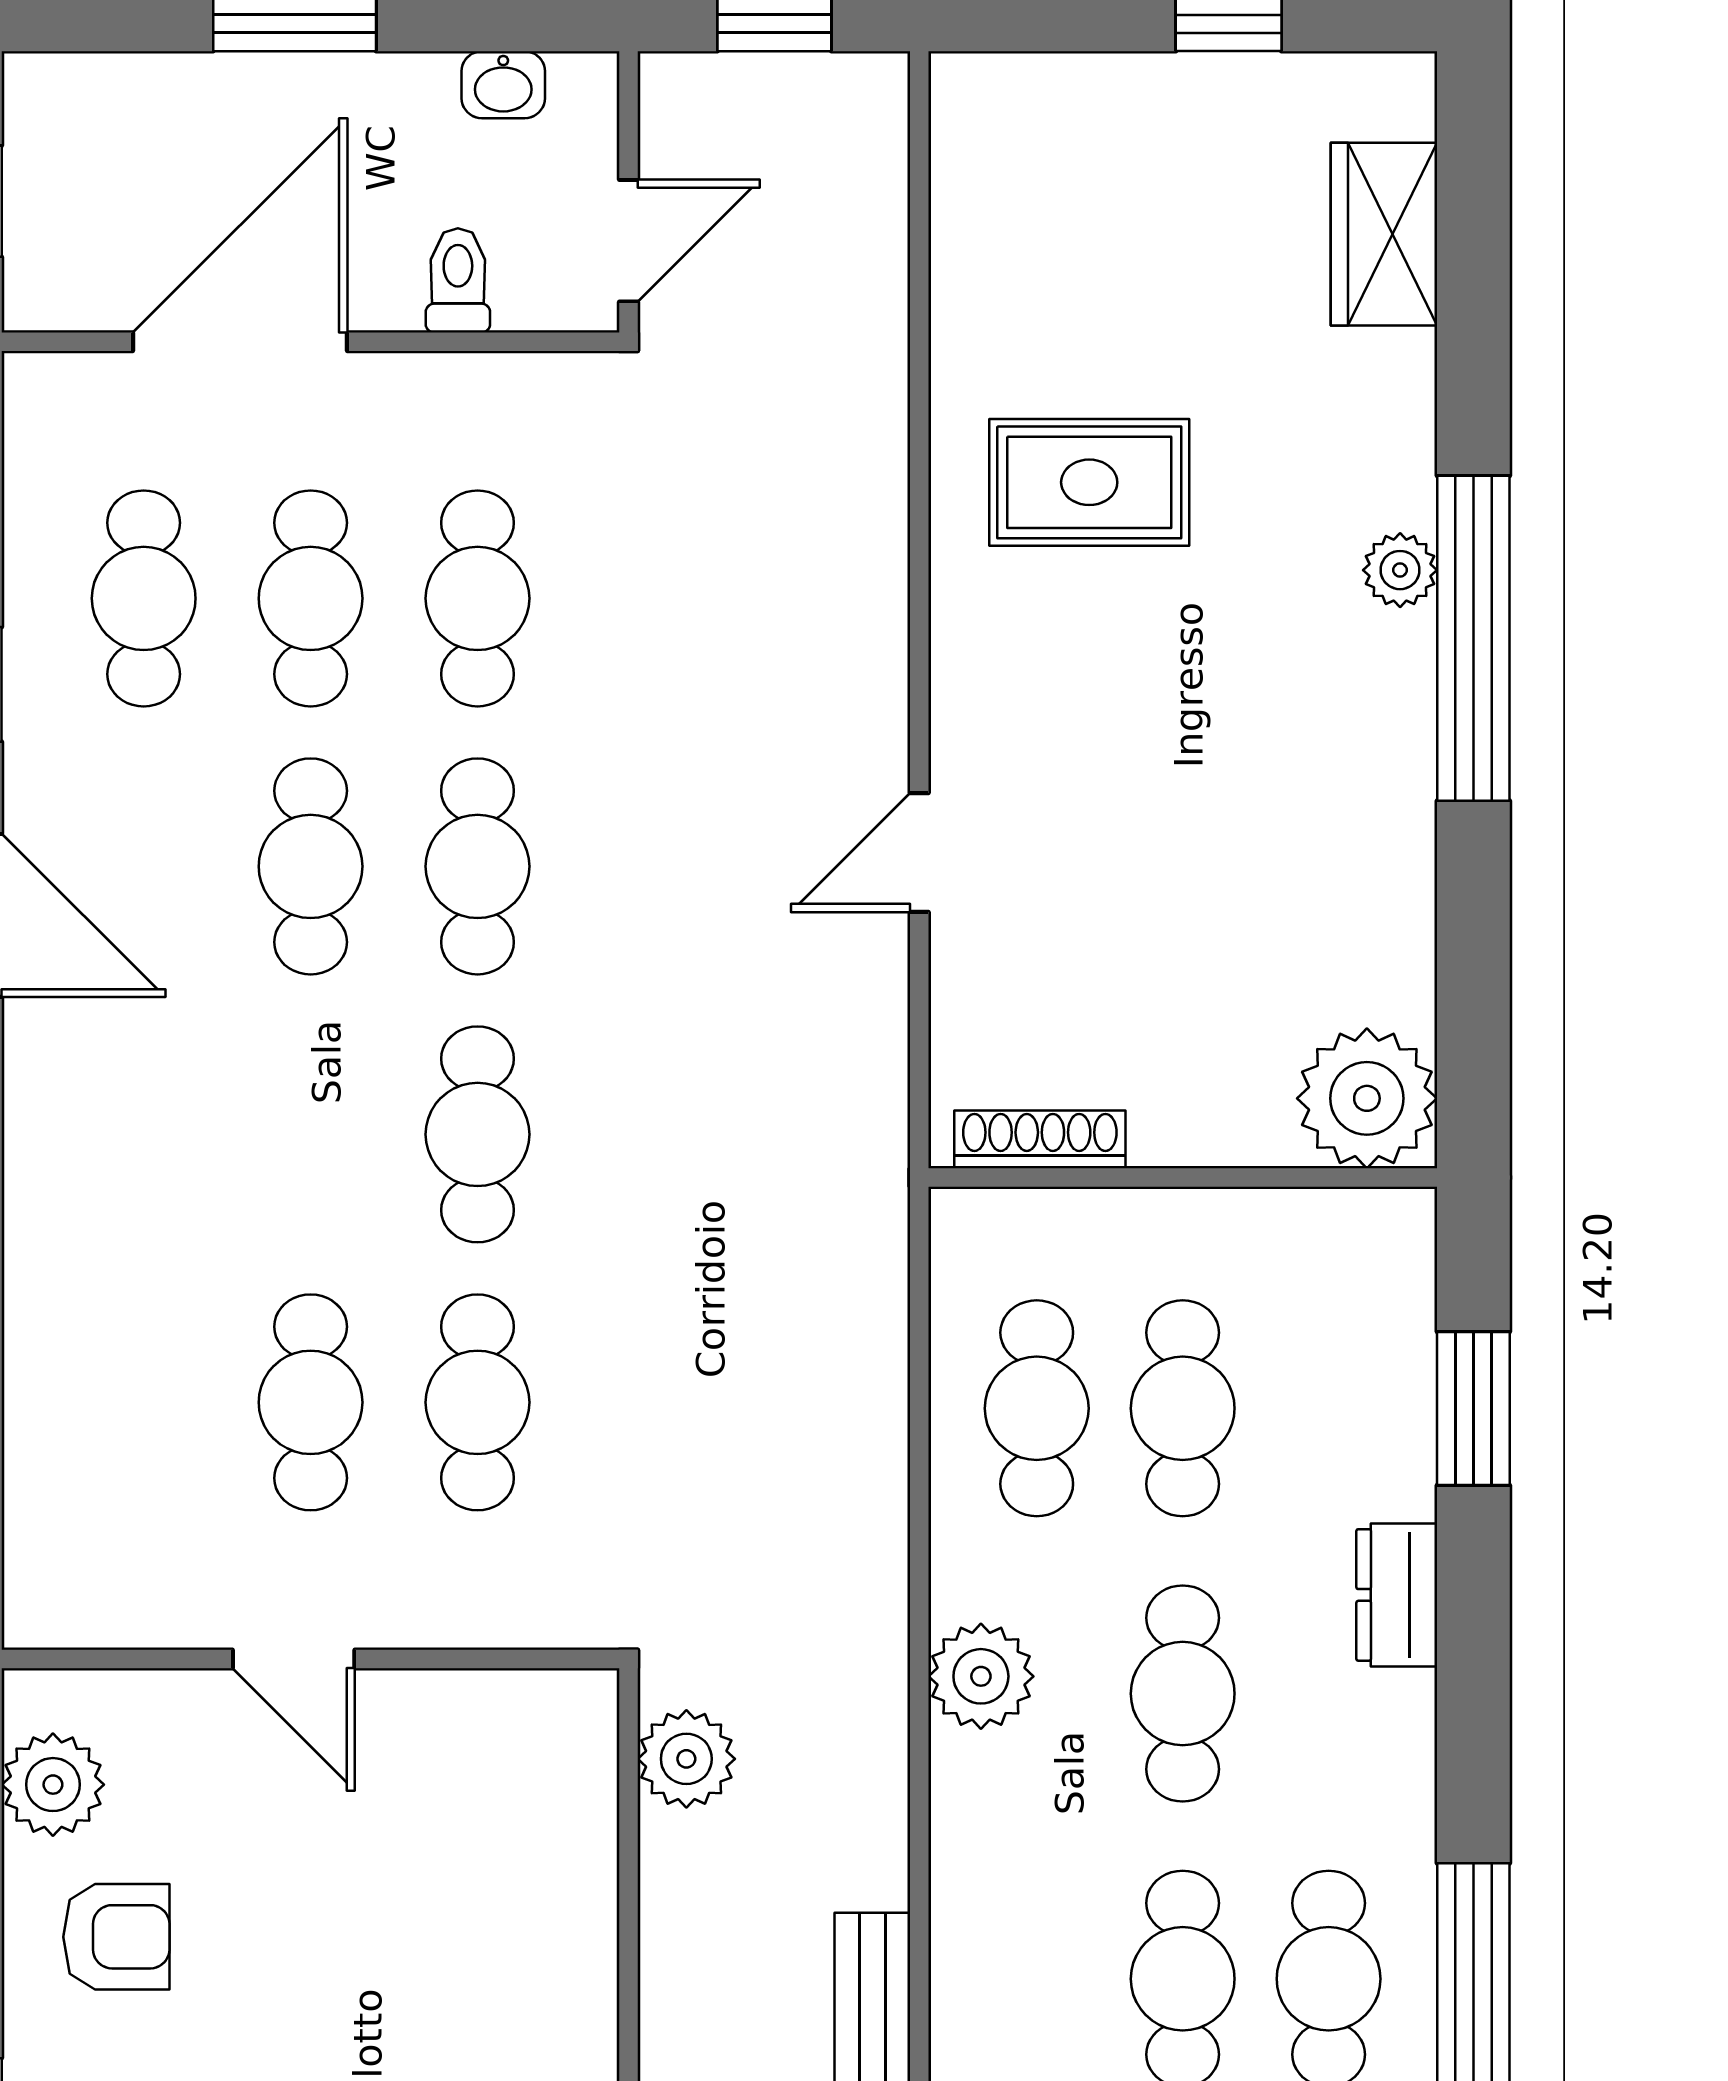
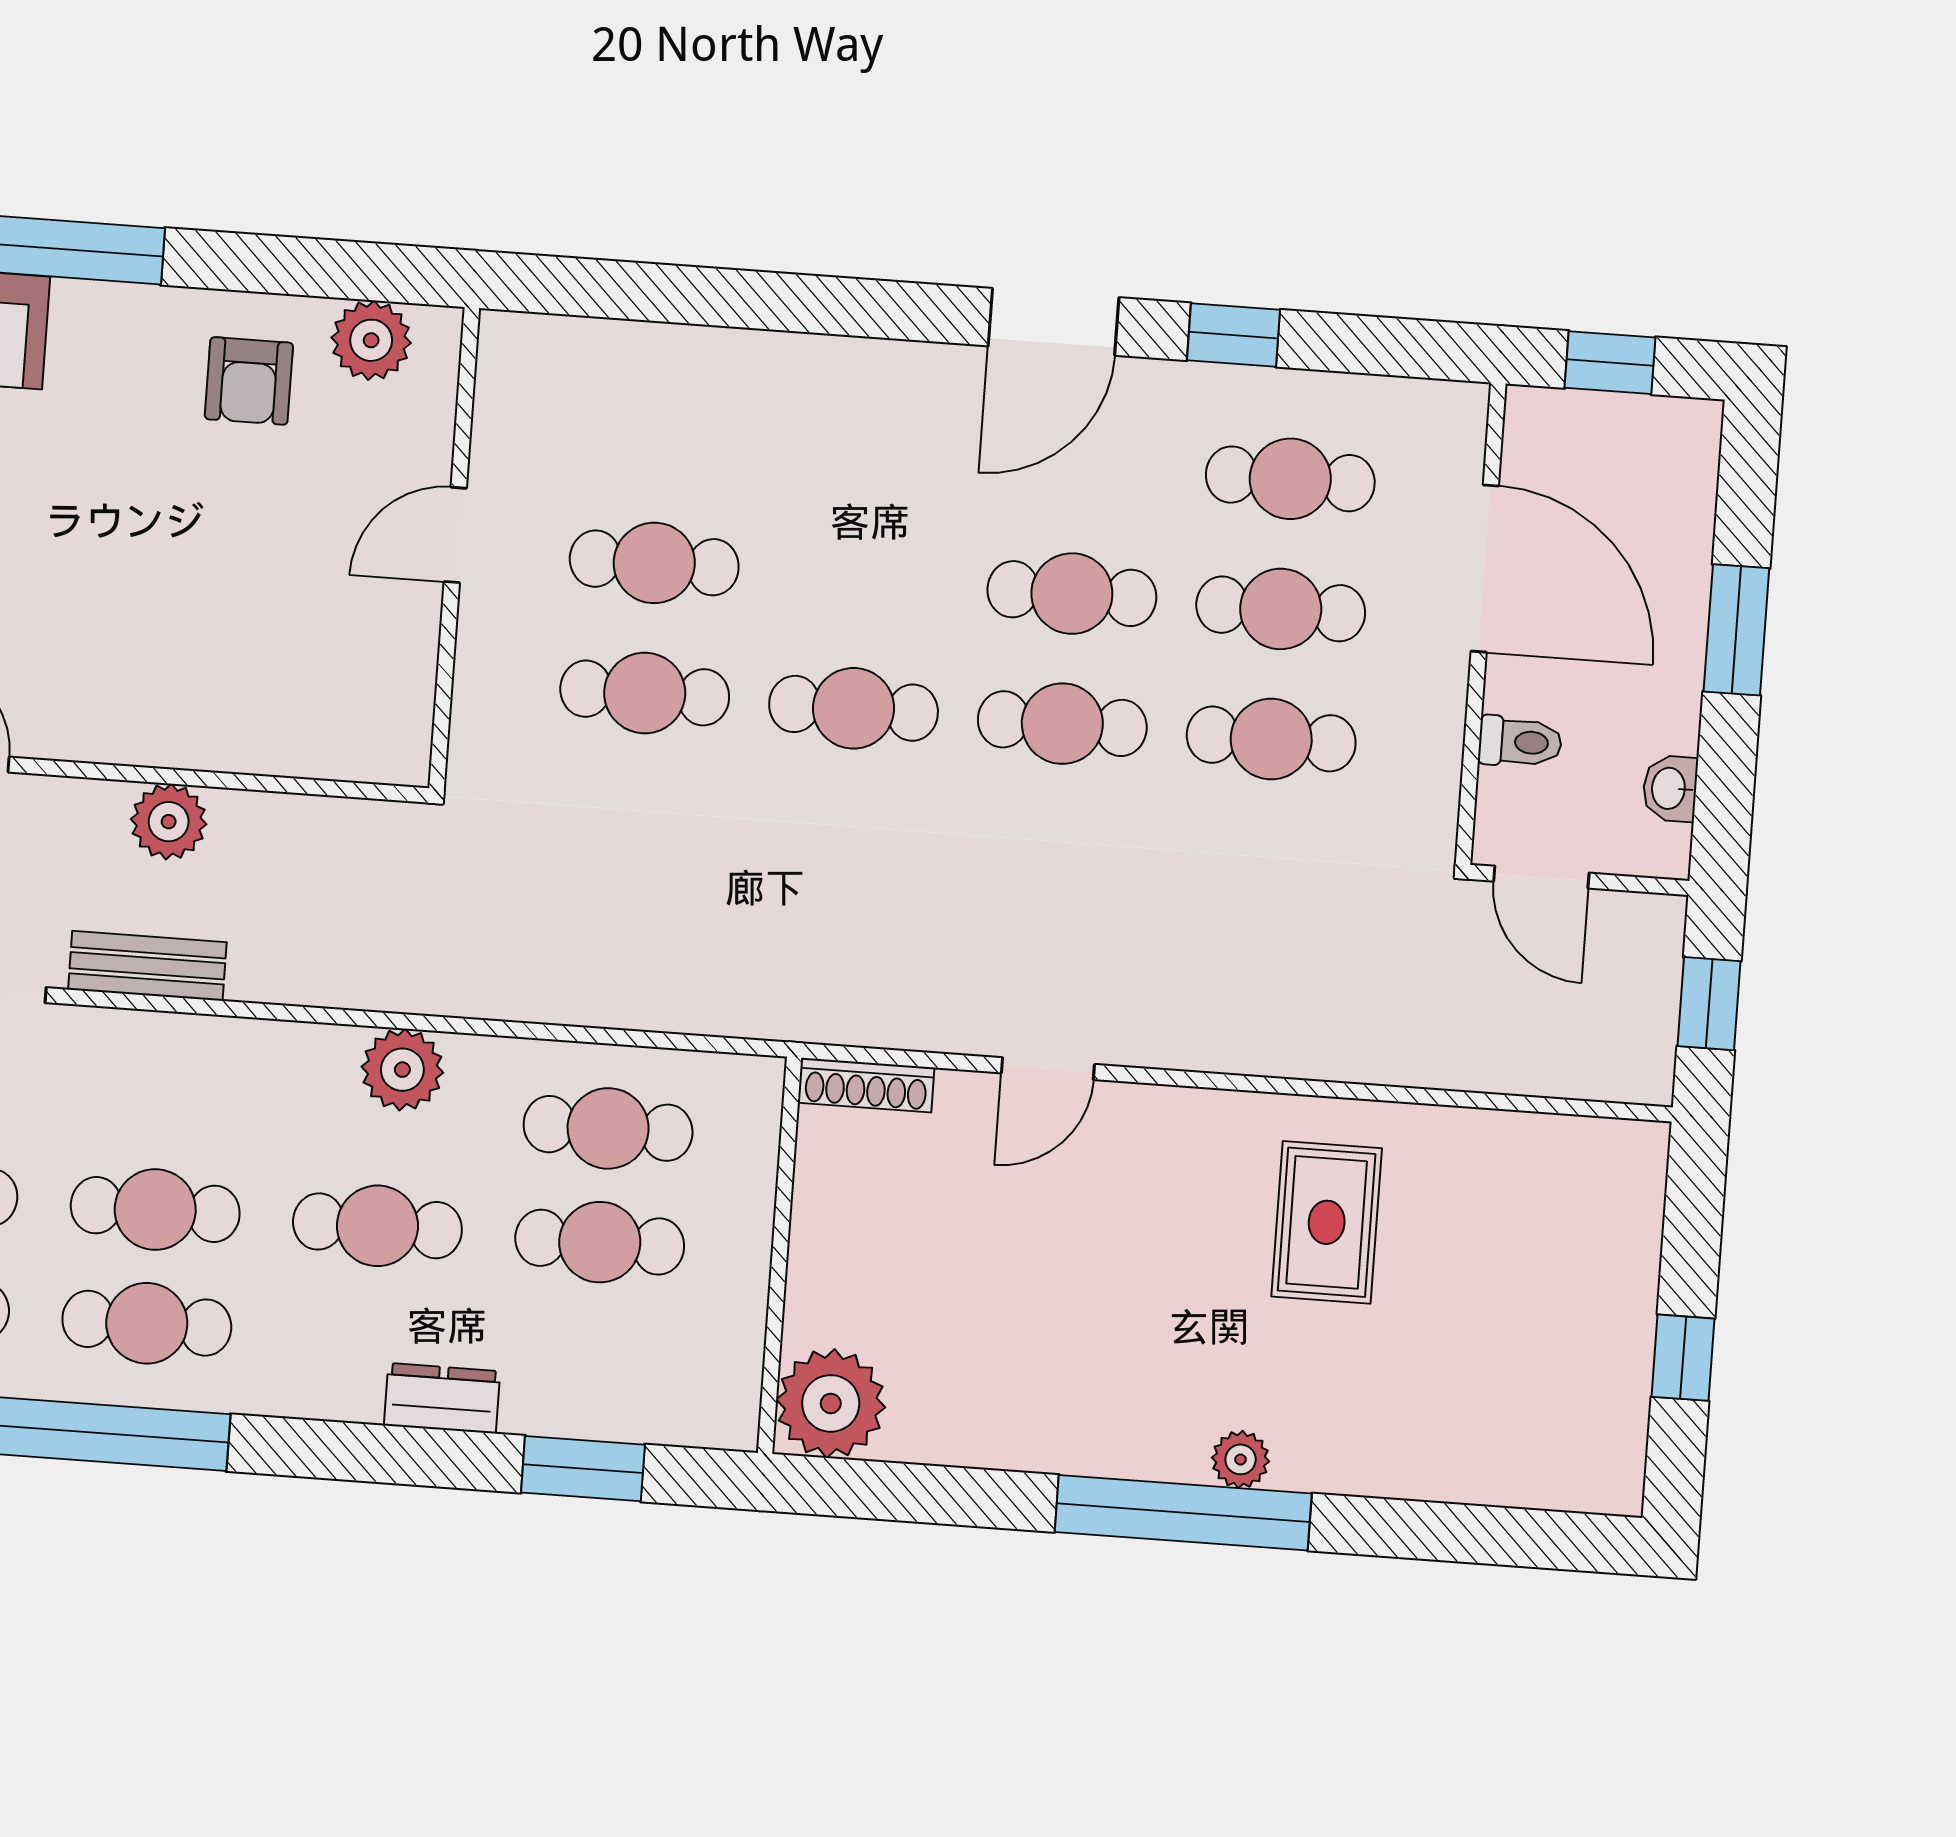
wardrobe: (1384, 234) -> (1503, 1466), removed
door: (919, 852) -> (1048, 1069), swing flipped
shoe rack: (1040, 1139) -> (866, 1085), moved, turned 90
plant: (686, 1759) -> (169, 822), moved

